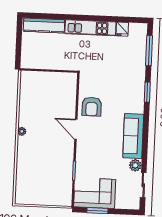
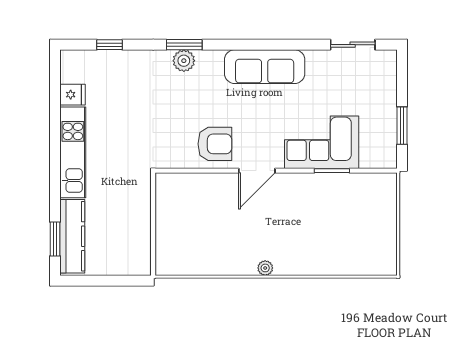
window: (43, 16) -> (55, 239), added
window: (149, 51) -> (109, 45), width x0.46
plant: (135, 165) -> (184, 61), moved
corner sofa: (95, 193) -> (322, 142), moved, turned 90

